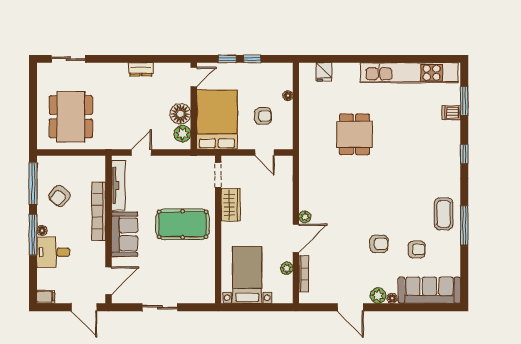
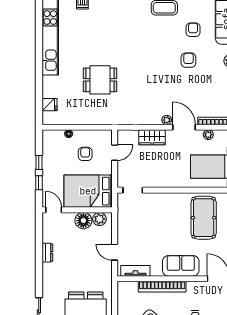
tv unit: (118, 185) -> (135, 271), width x0.71
wardrobe: (231, 205) -> (152, 137), moved, turned 180
pool table: (183, 224) -> (204, 218), moved

